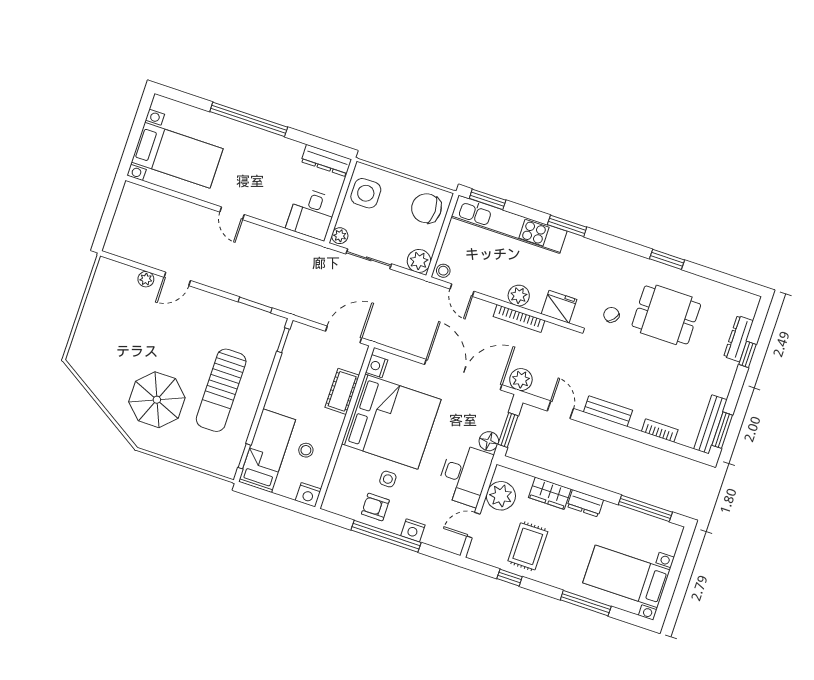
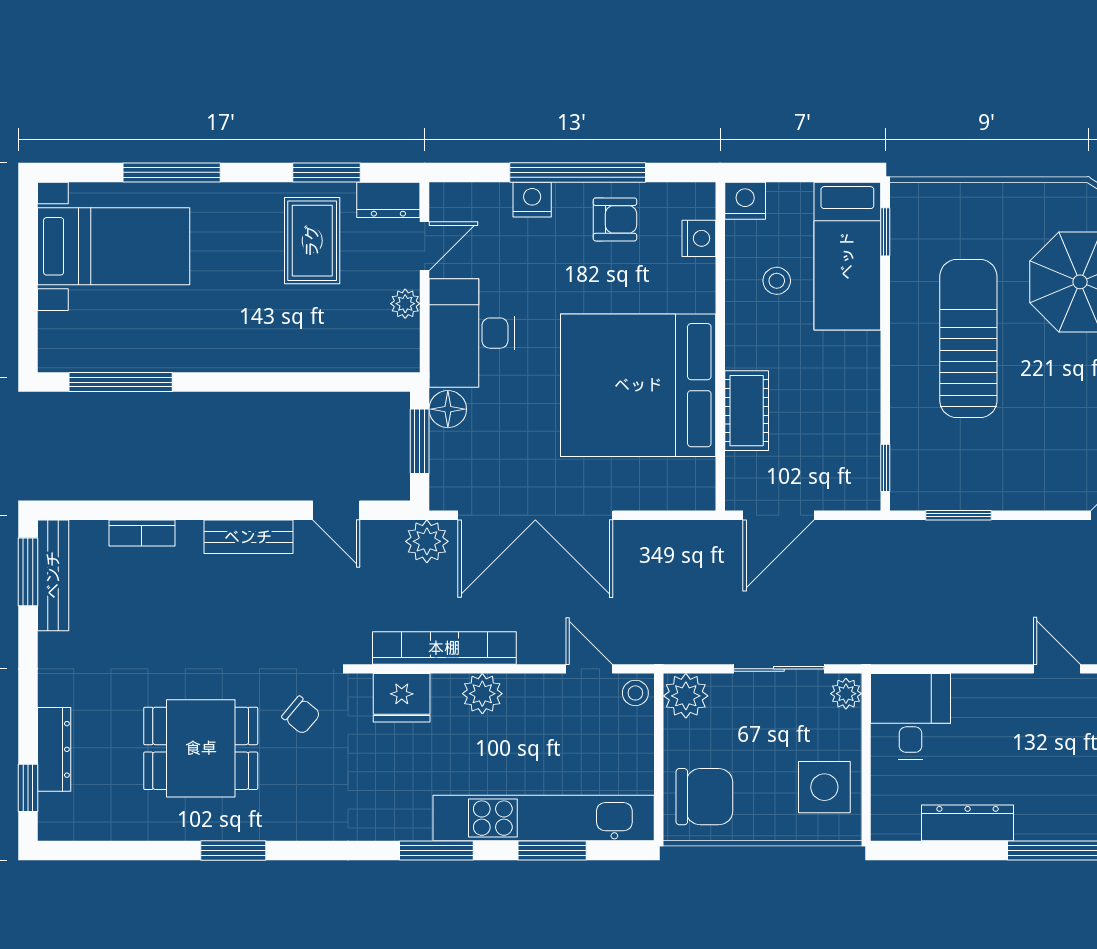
dresser: (326, 160) -> (968, 823), moved
window: (488, 199) -> (552, 850), moved
bookcase: (519, 319) -> (444, 648), width x1.48, depth x1.31
window: (748, 354) -> (28, 788), moved
nightstand: (377, 366) -> (699, 238), moved
side table: (388, 479) -> (609, 278), removed
wardrobe: (550, 493) -> (305, 351), removed
plant: (501, 496) -> (405, 304), width x0.53, depth x0.53
dresser: (585, 503) -> (388, 200), moved, turned 180
window: (510, 578) -> (327, 172), width x1.50

